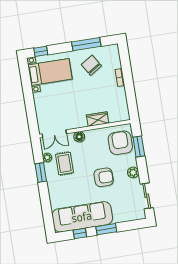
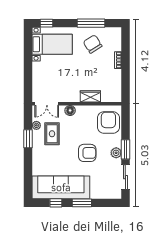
window: (139, 146) -> (125, 149), moved

